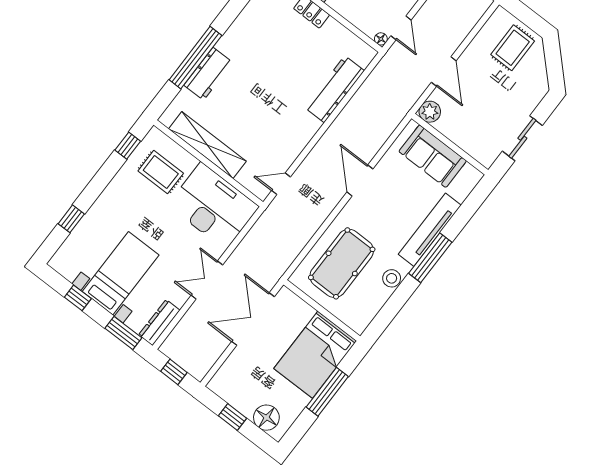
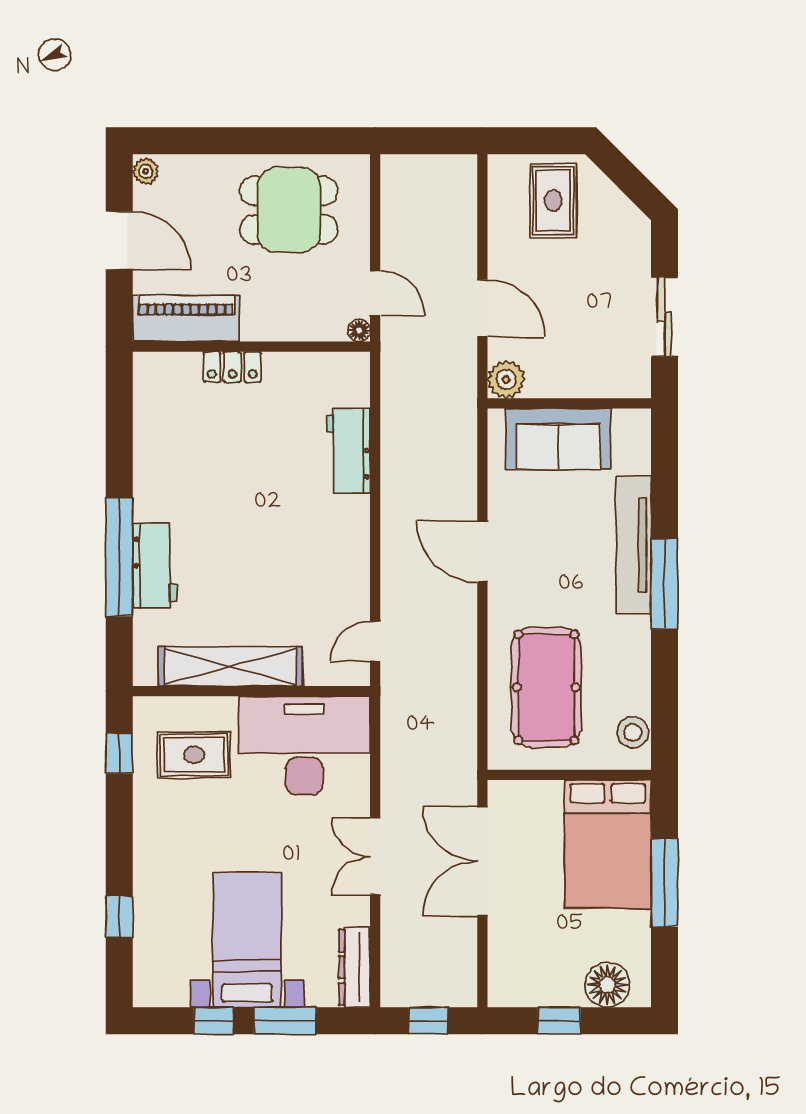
workbench: (335, 89) -> (348, 451), width x0.73
stool: (392, 278) -> (633, 732), moved
window: (123, 333) -> (285, 1021), moved

